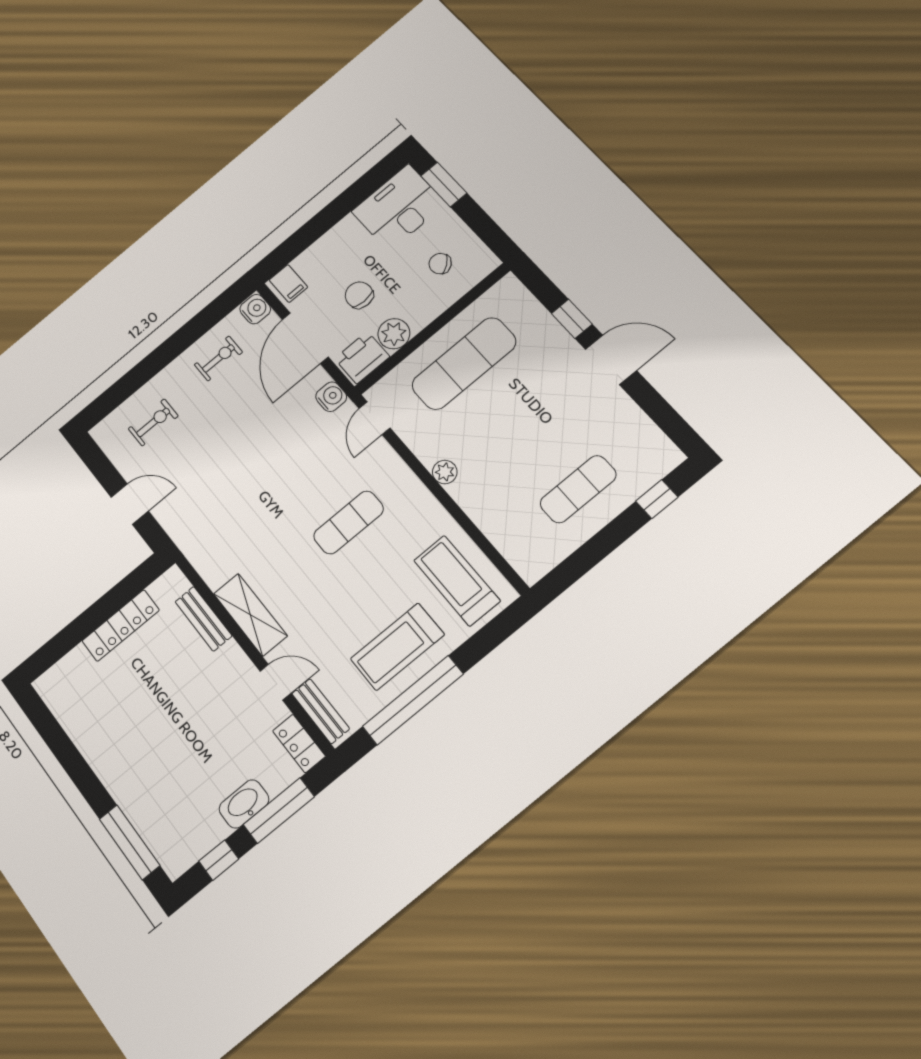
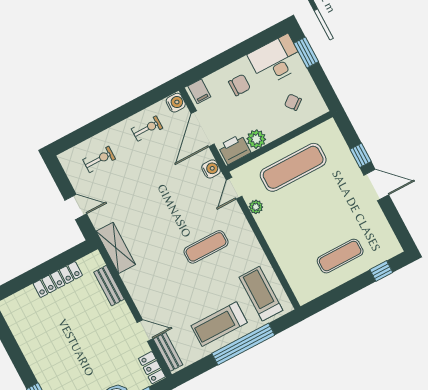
chair: (359, 295) -> (239, 85), moved, turned 90
plant: (445, 472) -> (256, 207), moved
shelving: (250, 615) -> (116, 248), moved
window: (413, 700) -> (243, 344), moved

